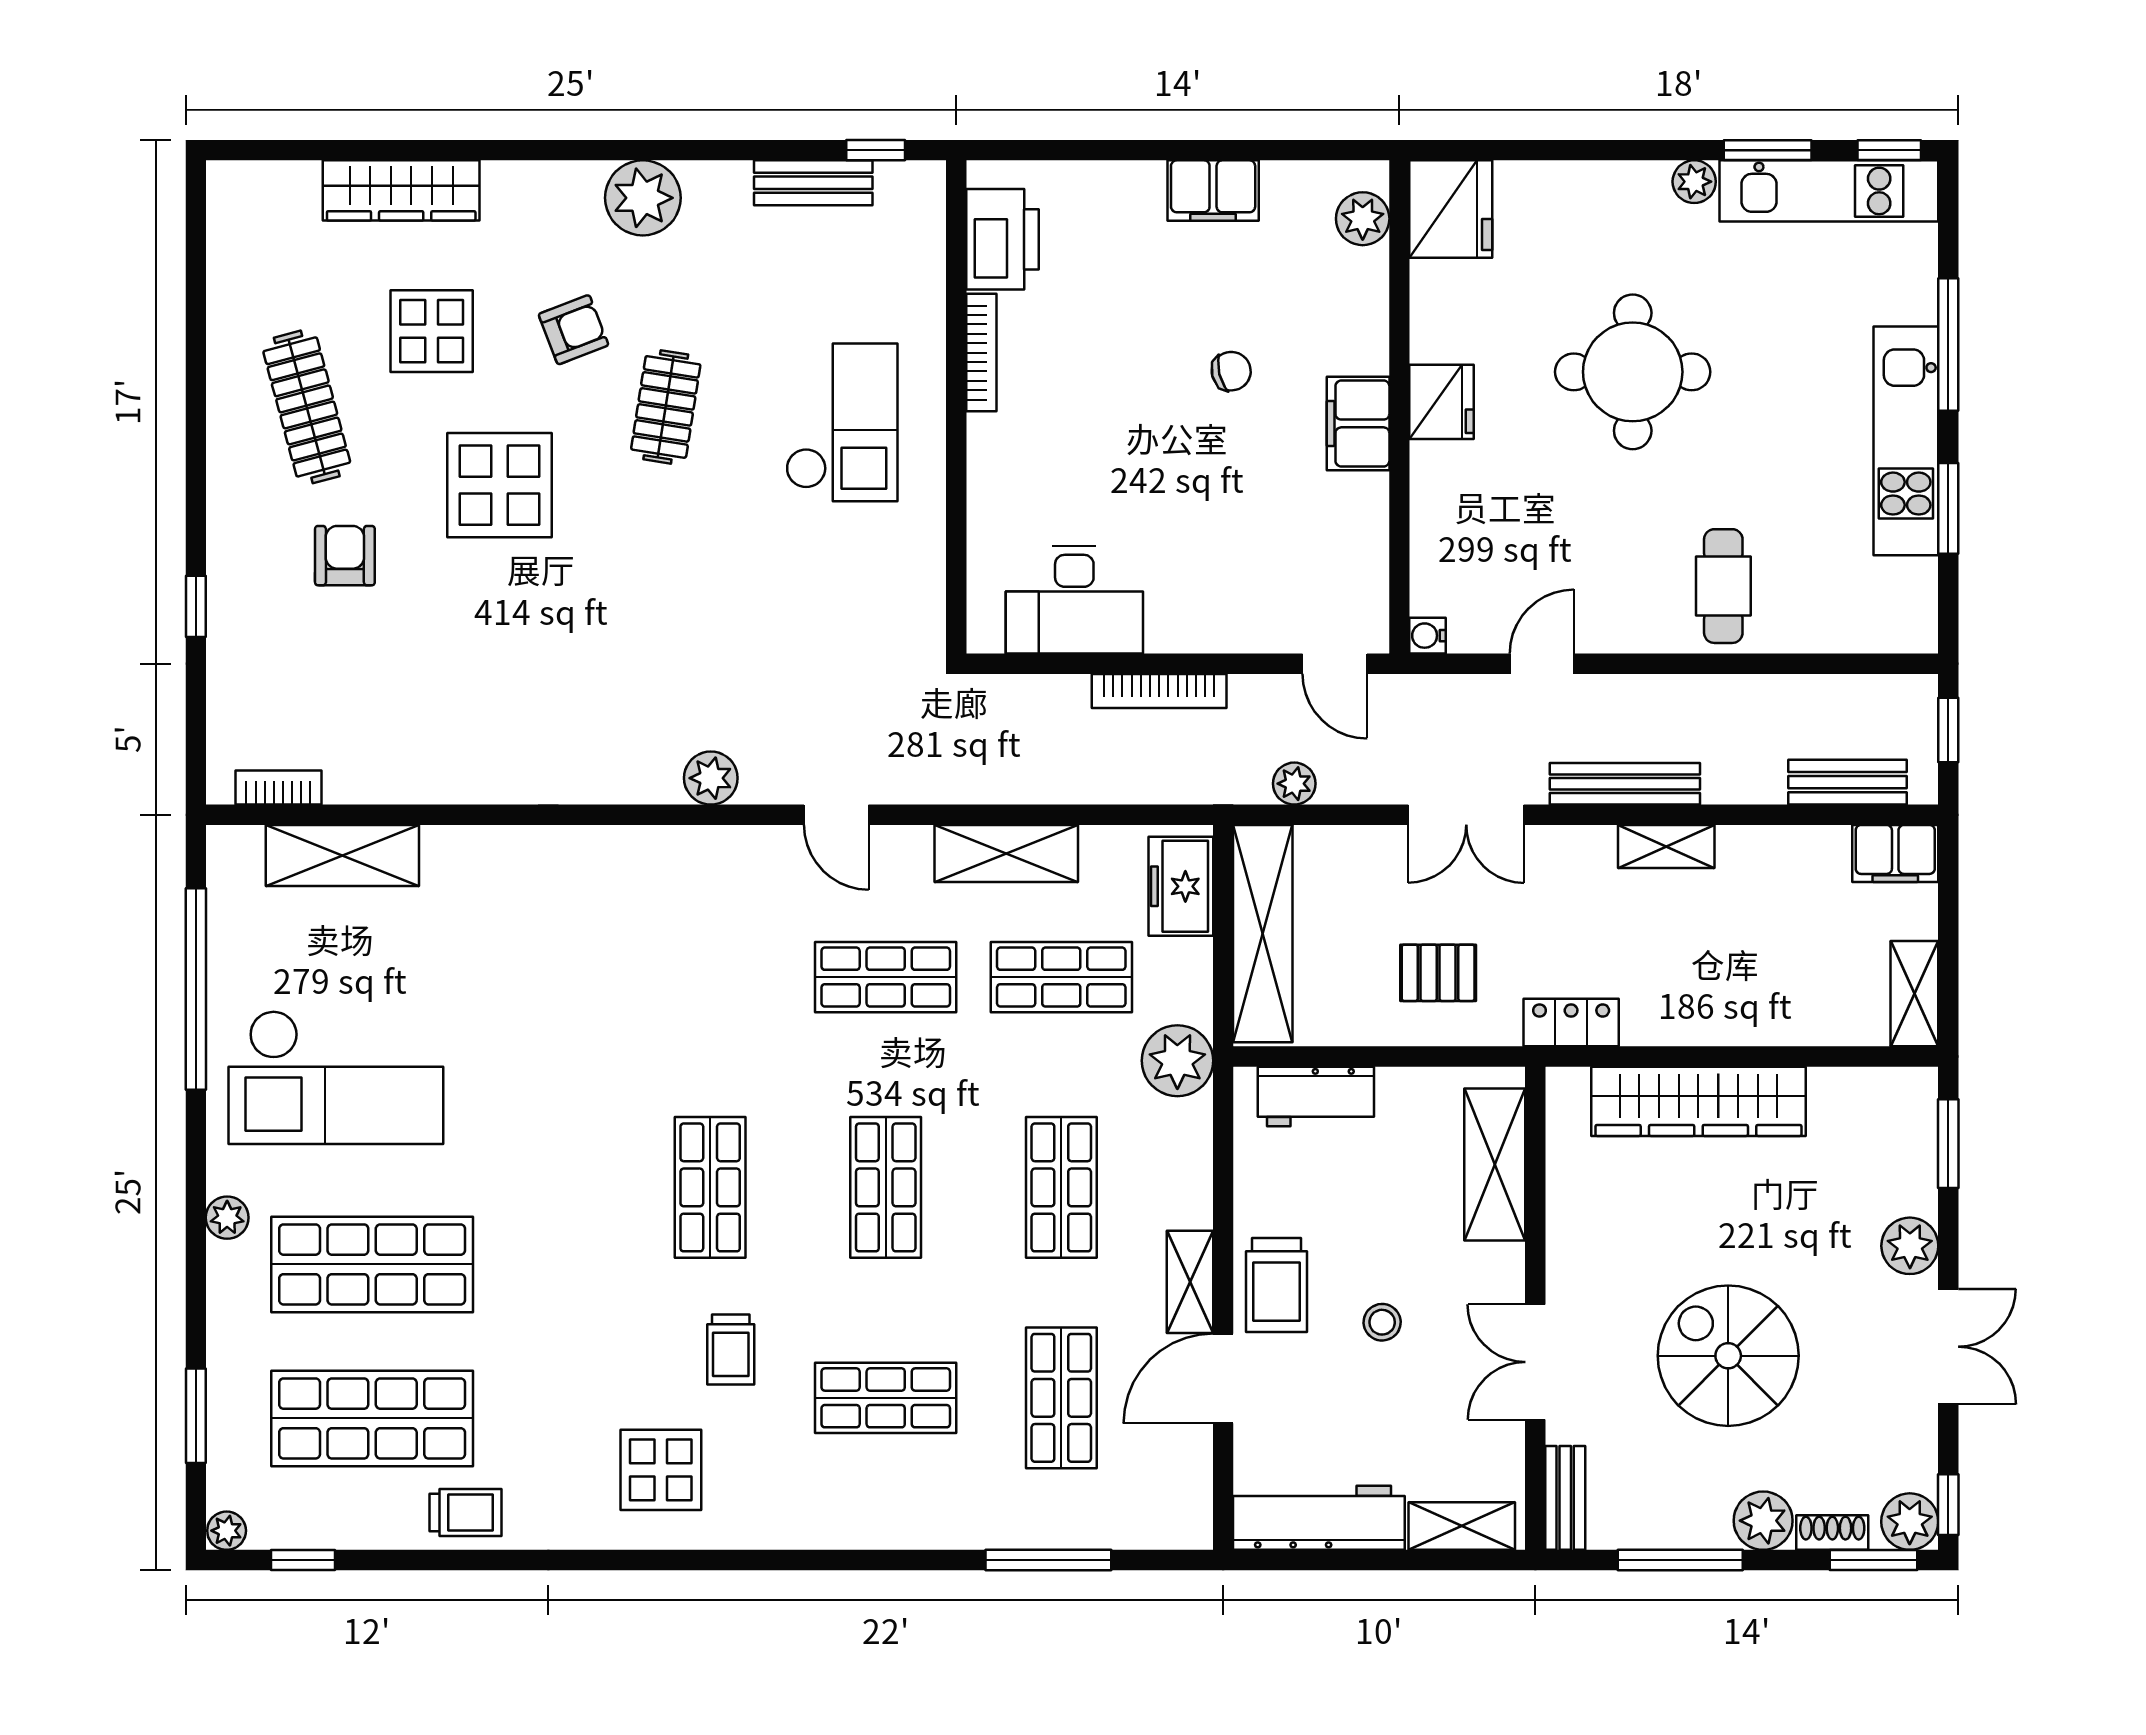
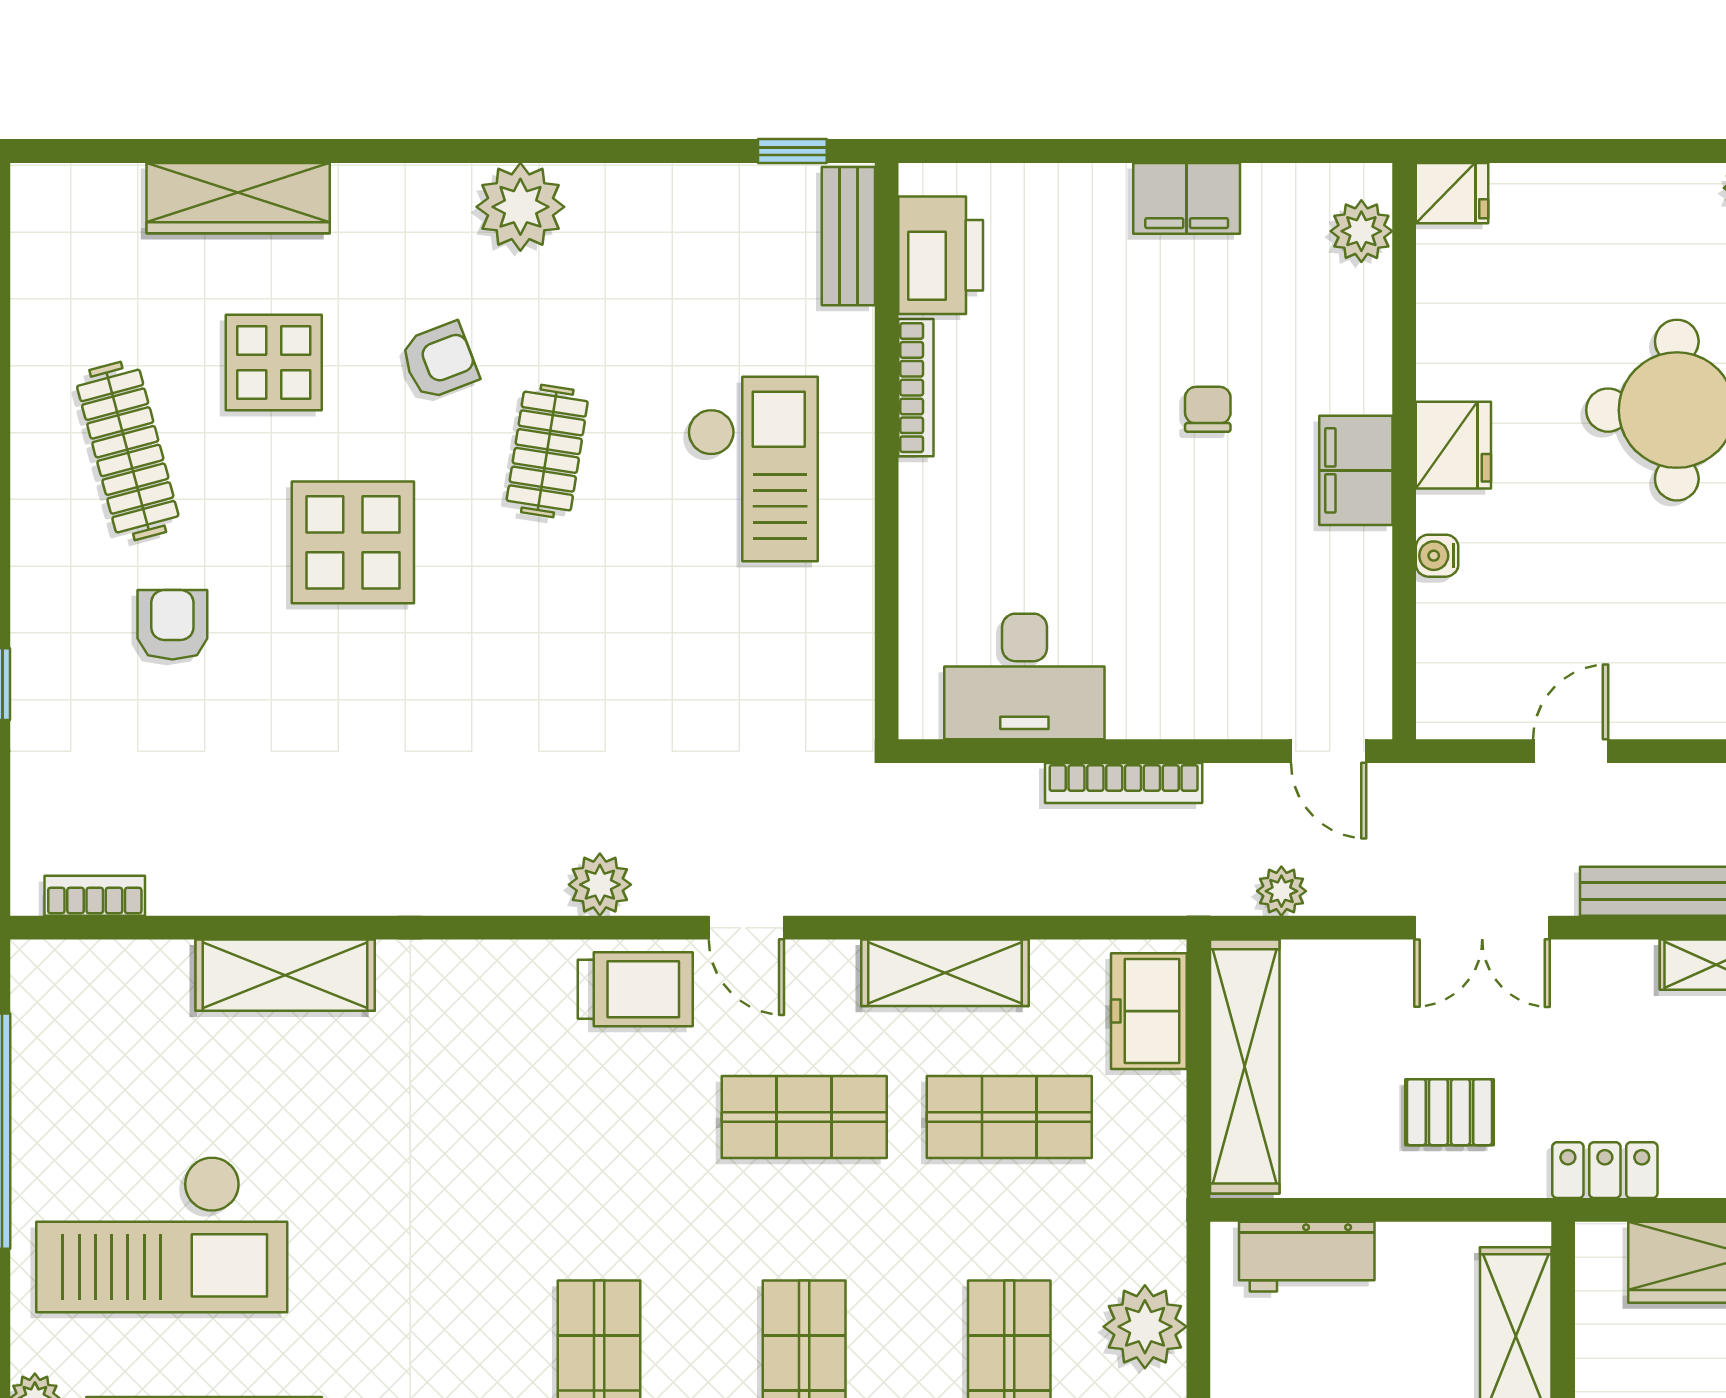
bench: (813, 183) -> (848, 236), moved, turned 90
fridge: (1451, 209) -> (1452, 193), width x0.53, depth x0.75
chair: (1231, 371) -> (1208, 409), turned -76
water cooler: (1427, 636) -> (1437, 556), moved
shelving: (342, 856) -> (285, 975), moved
trolley: (741, 868) -> (635, 989), added
plant: (1177, 1061) -> (1145, 1327), moved

